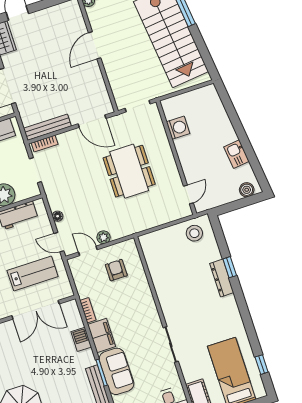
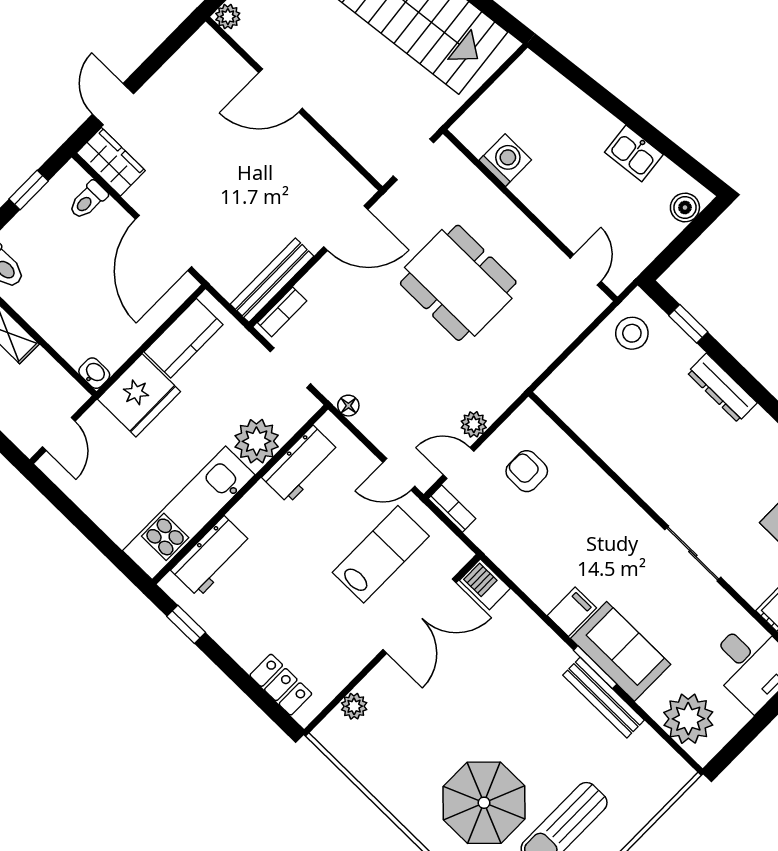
door: (95, 45) -> (281, 90), hinge flipped
floor lamp: (58, 216) -> (348, 406), moved
window: (230, 267) -> (688, 324), moved
bookcase: (88, 310) -> (452, 509), moved
filing cabinet: (102, 336) -> (572, 612), width x0.50
barbecue: (81, 339) -> (485, 584), moved

